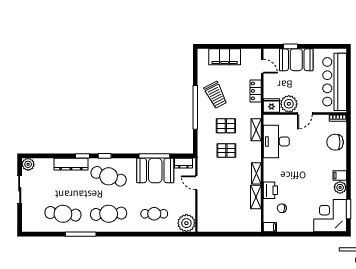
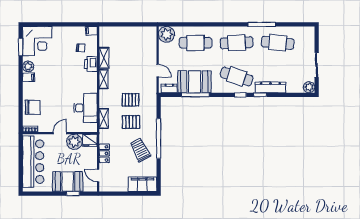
filing cabinet: (225, 57) -> (142, 184), moved
cafe table: (154, 214) -> (196, 43), width x1.37, depth x1.35

